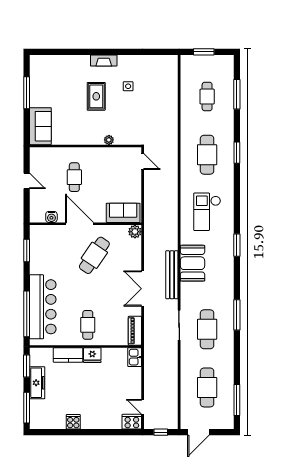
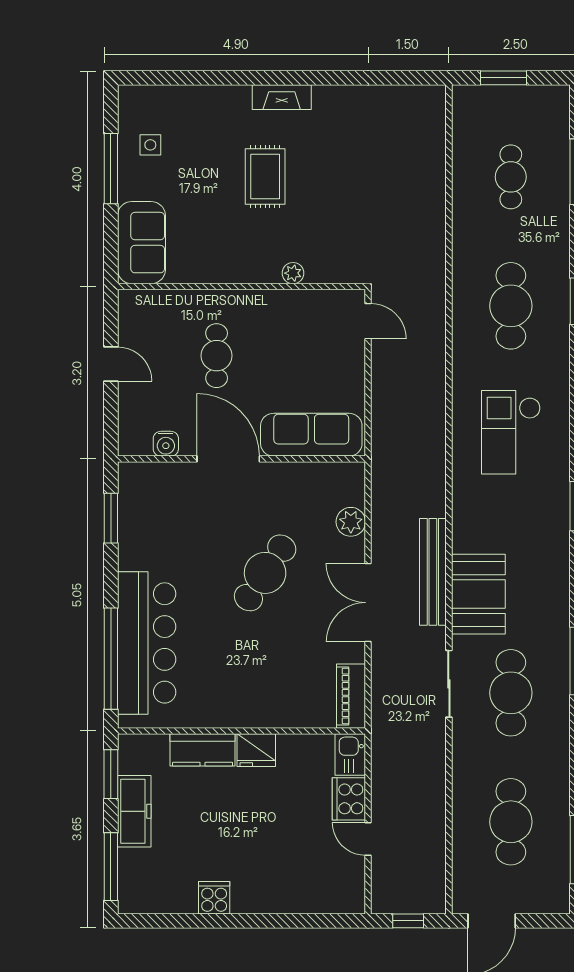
side table: (128, 86) -> (150, 145), moved
sofa: (123, 213) -> (311, 435), width x1.36
plant: (135, 232) -> (351, 522), moved
cafe table: (94, 255) -> (265, 573), moved
booth: (192, 263) -> (478, 594), moved
cafe table: (88, 325) -> (246, 683), removed
door: (143, 407) -> (368, 839), moved
cooker: (132, 422) -> (349, 799), moved, turned -90

